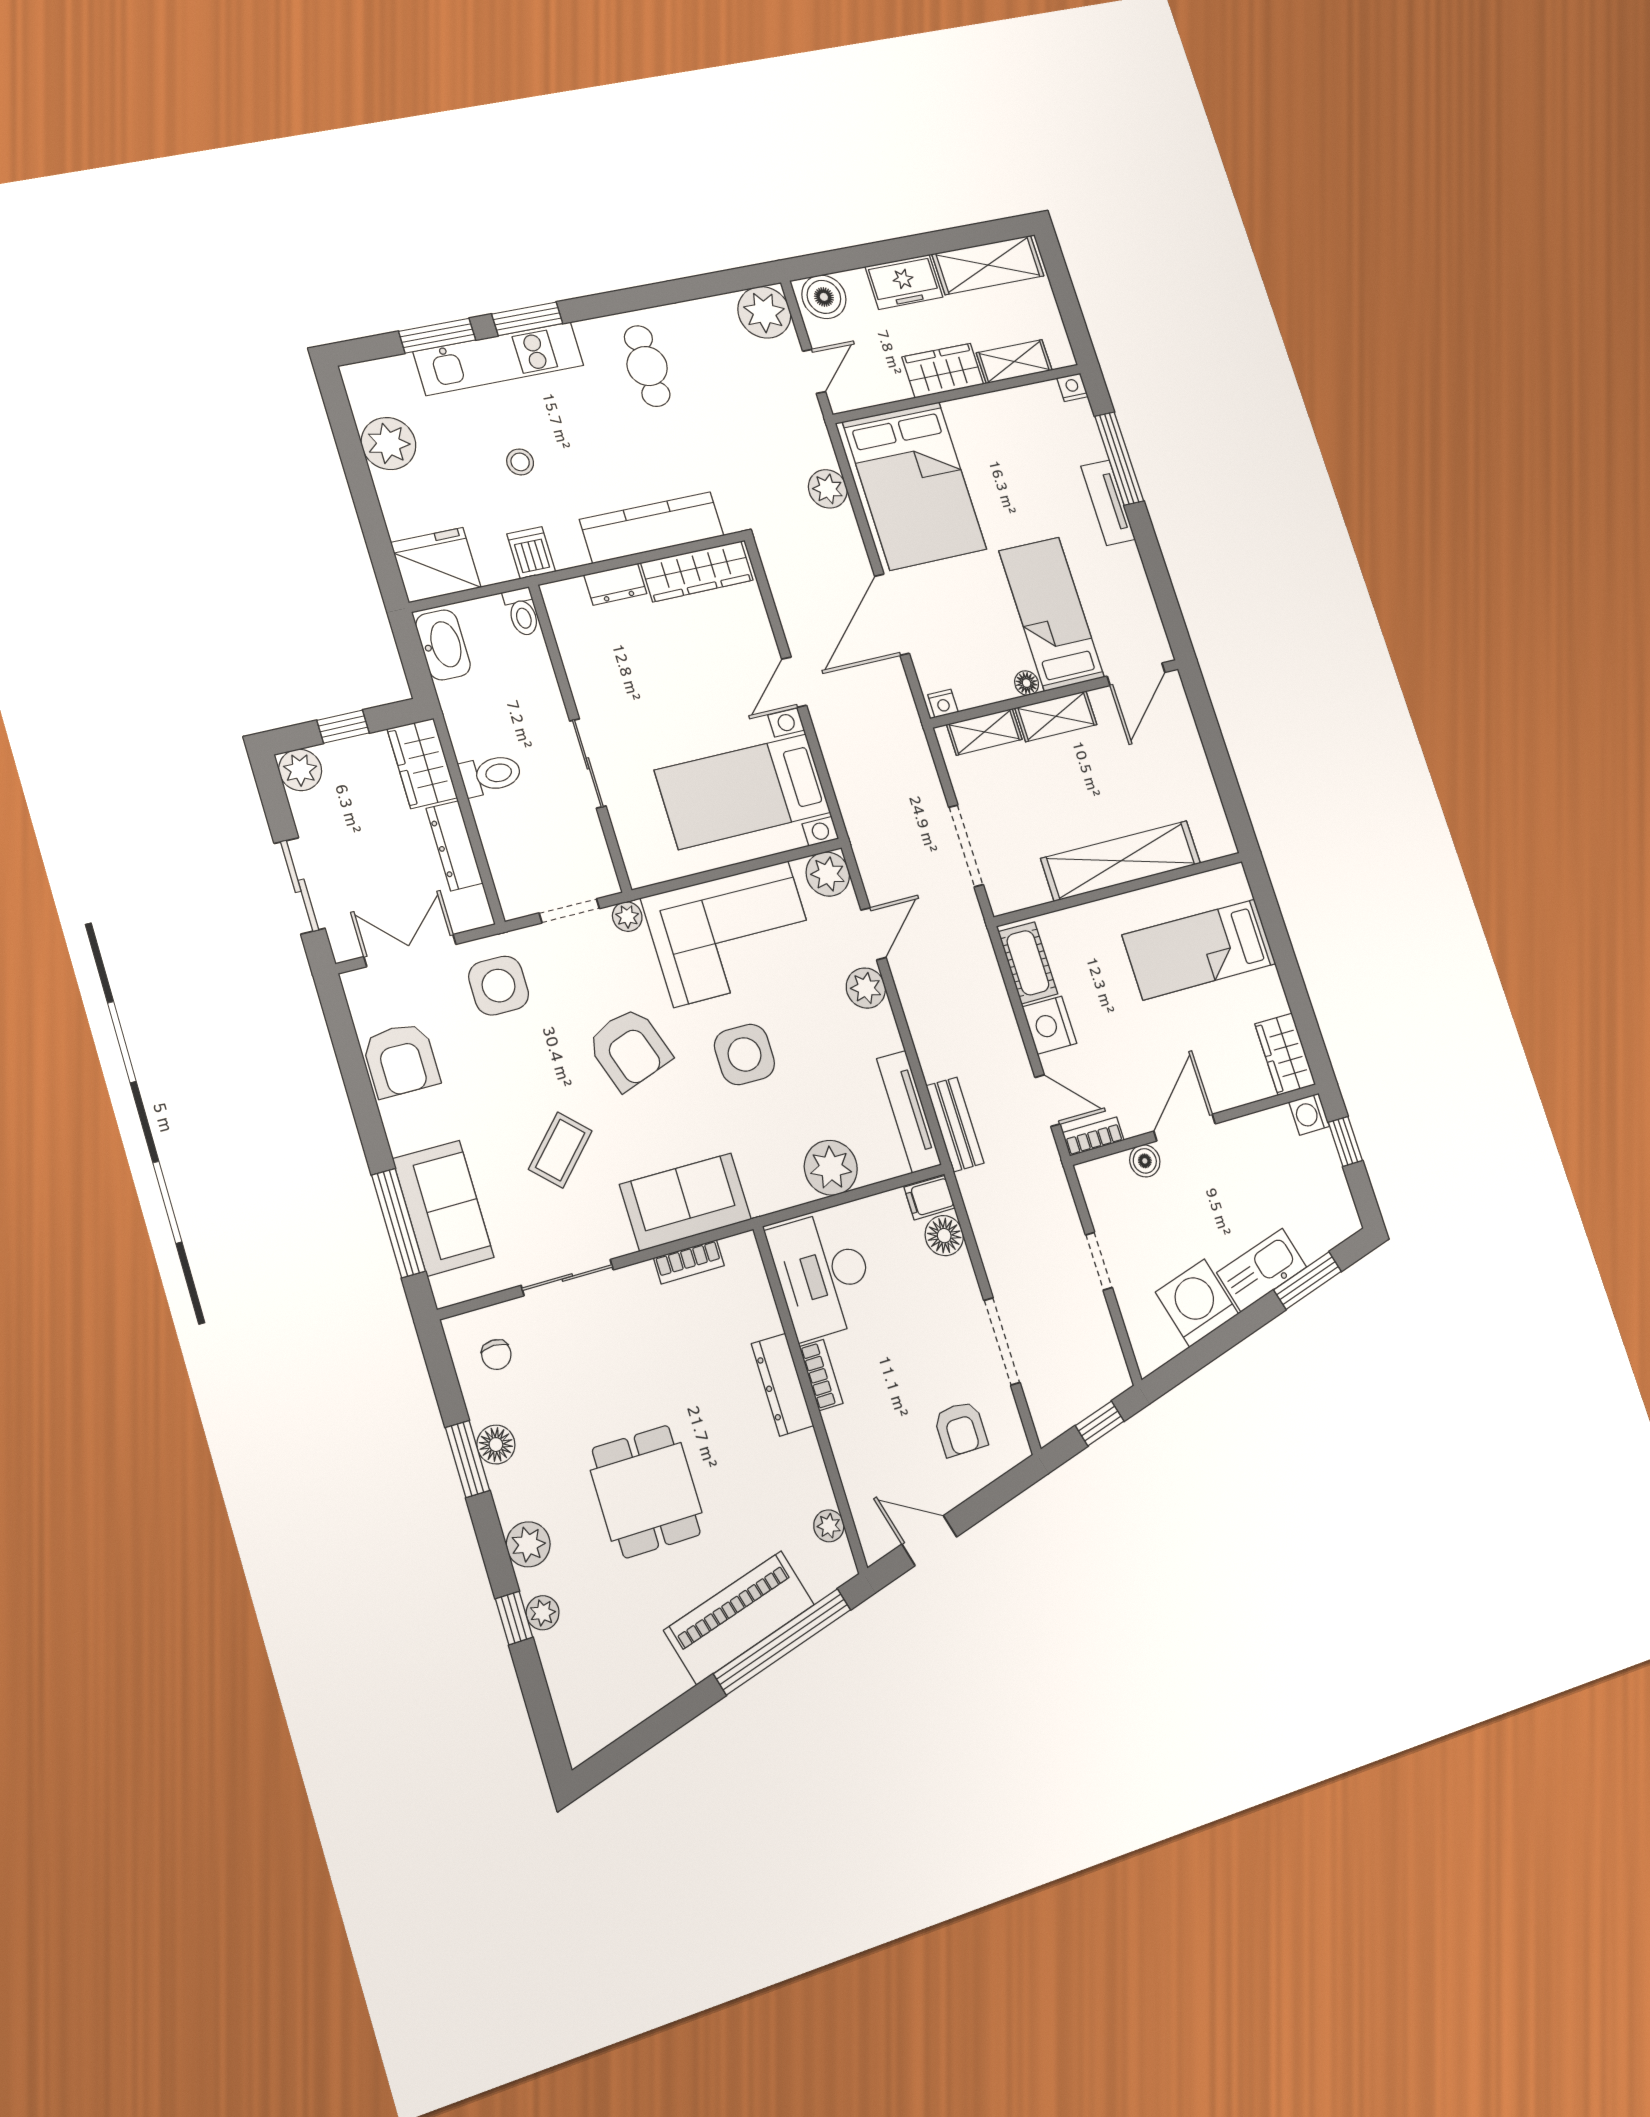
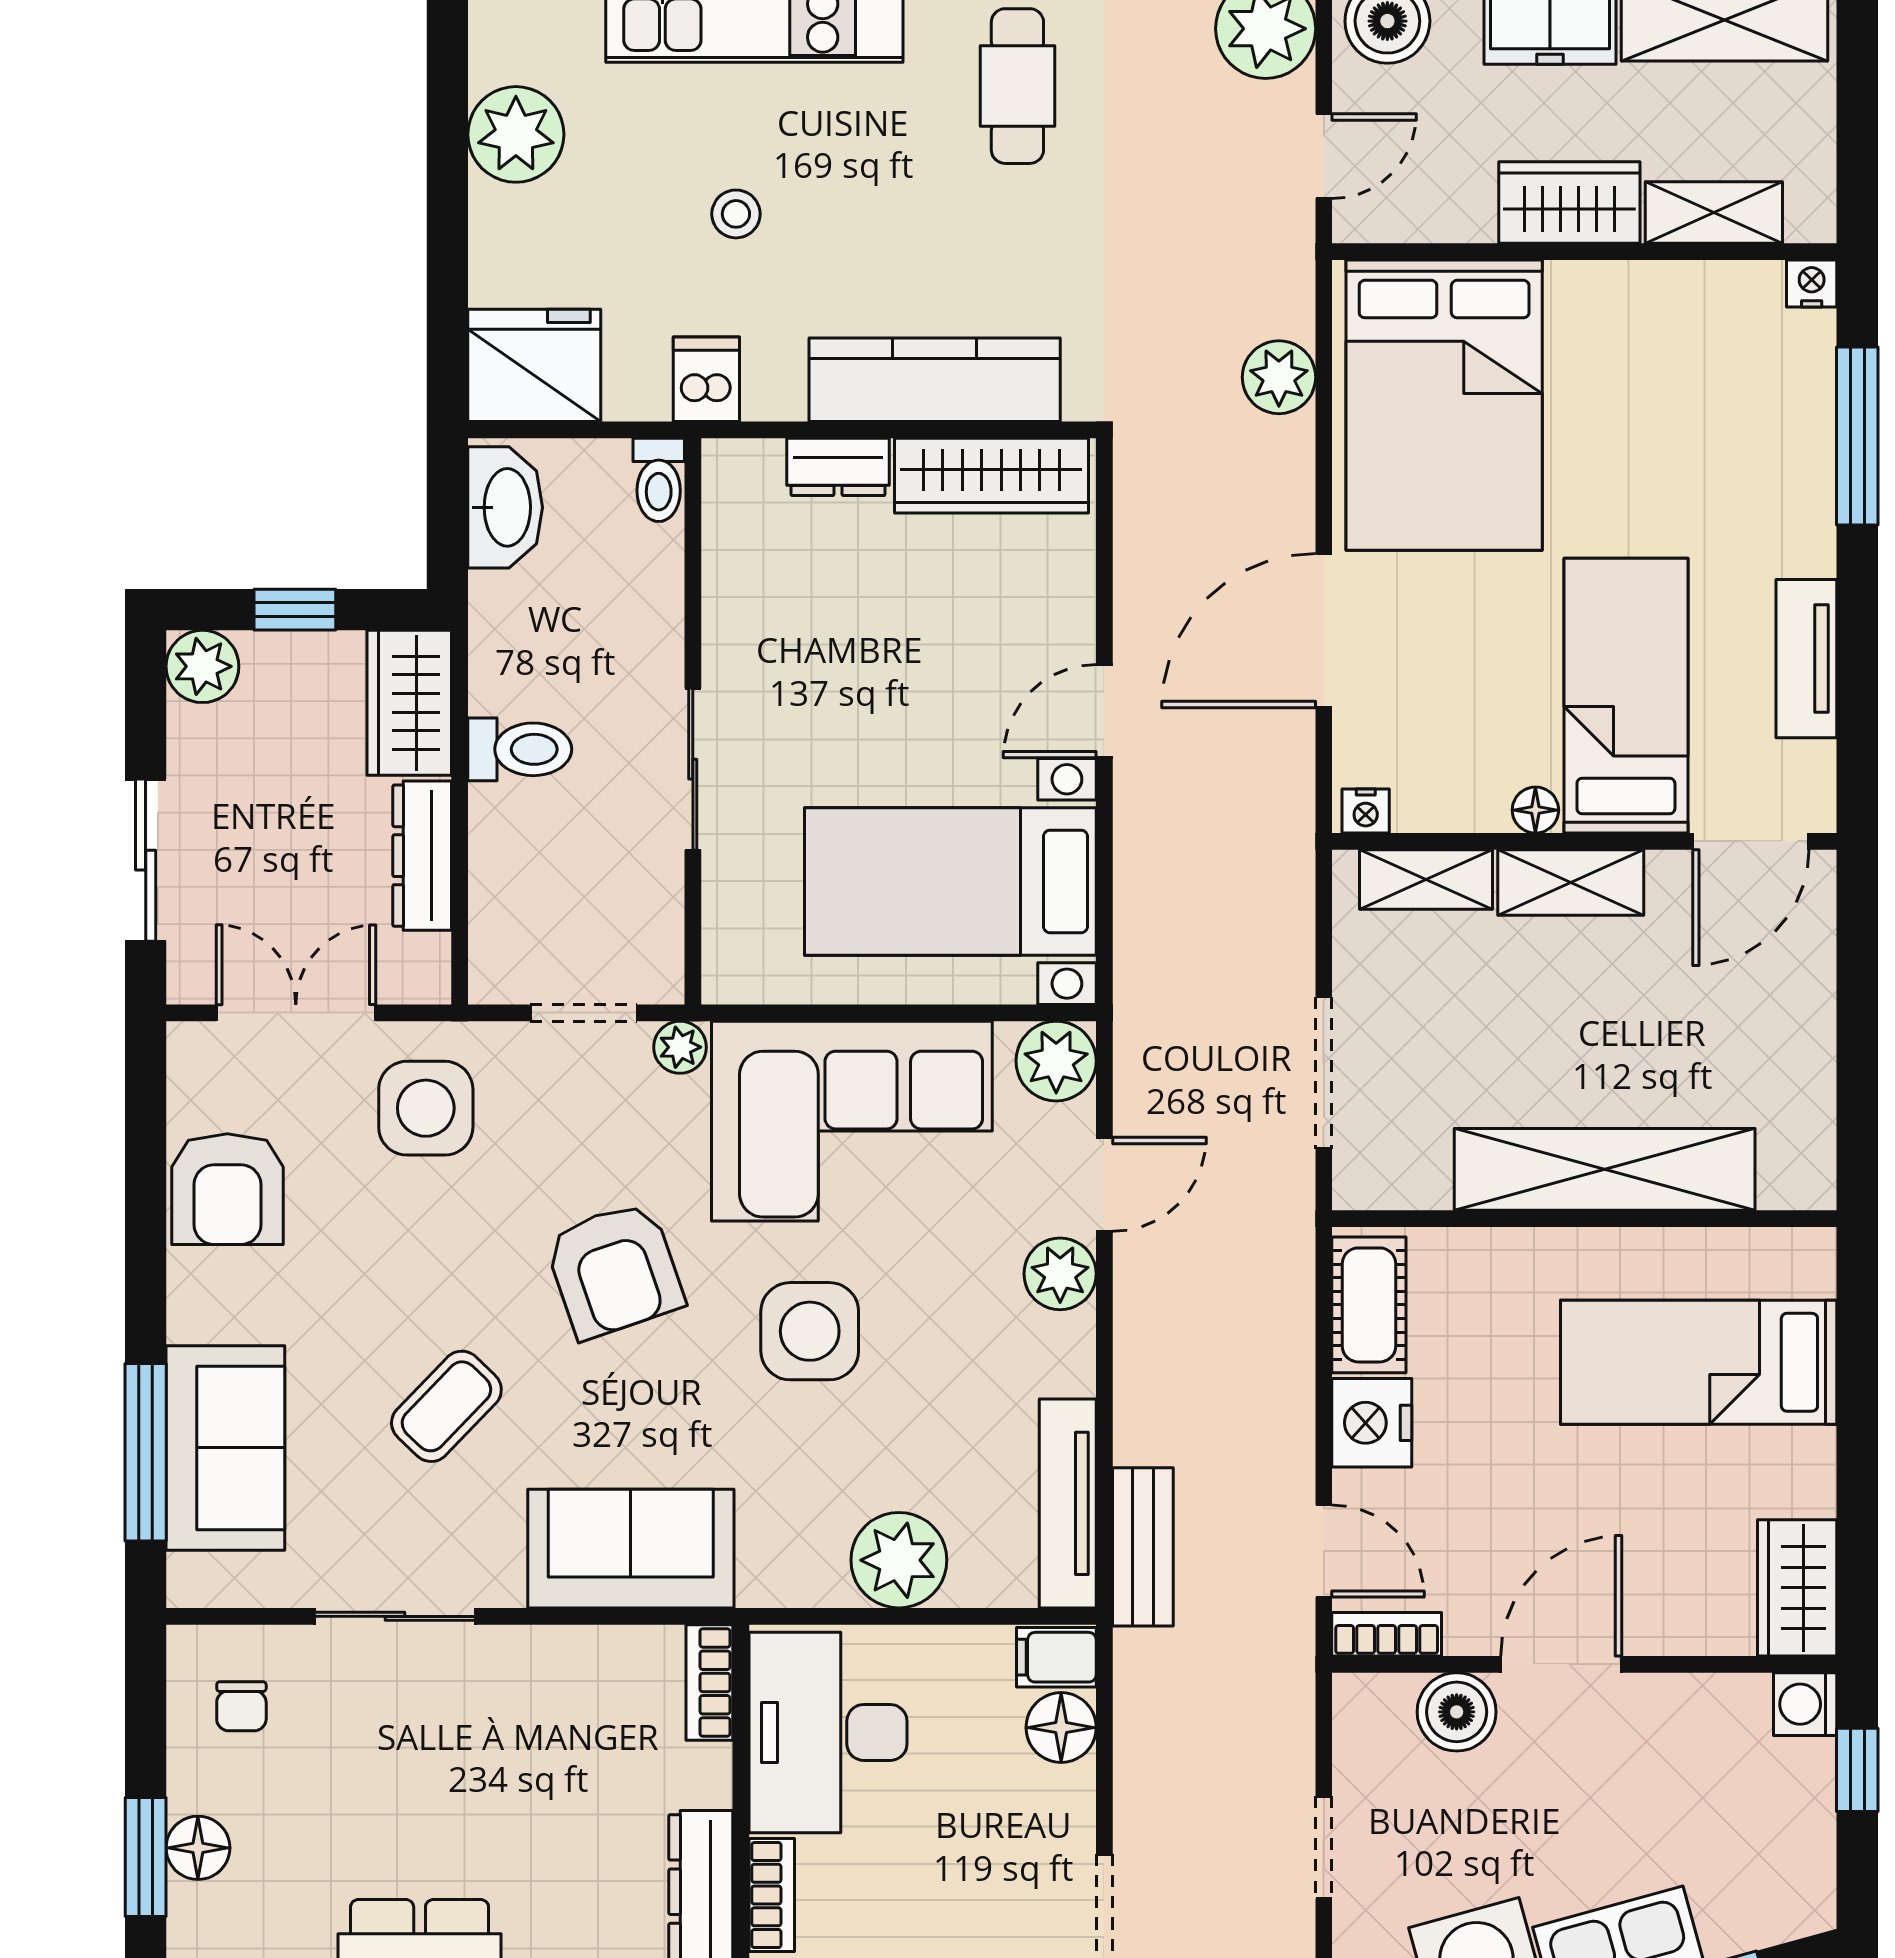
tv unit: (1108, 503) -> (1806, 659), moved
boiler: (1145, 1161) -> (1457, 1712), width x1.36, depth x1.36
bookcase: (689, 1262) -> (709, 1682), moved, turned 90

